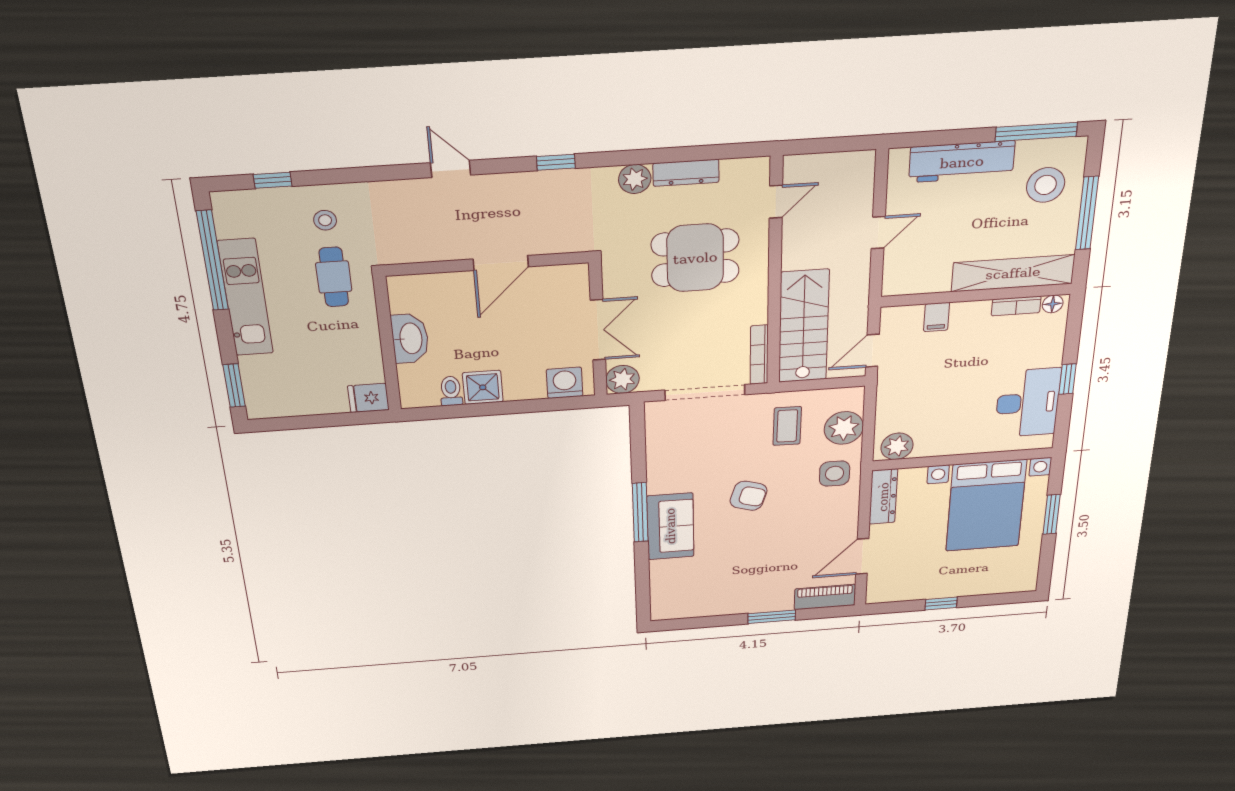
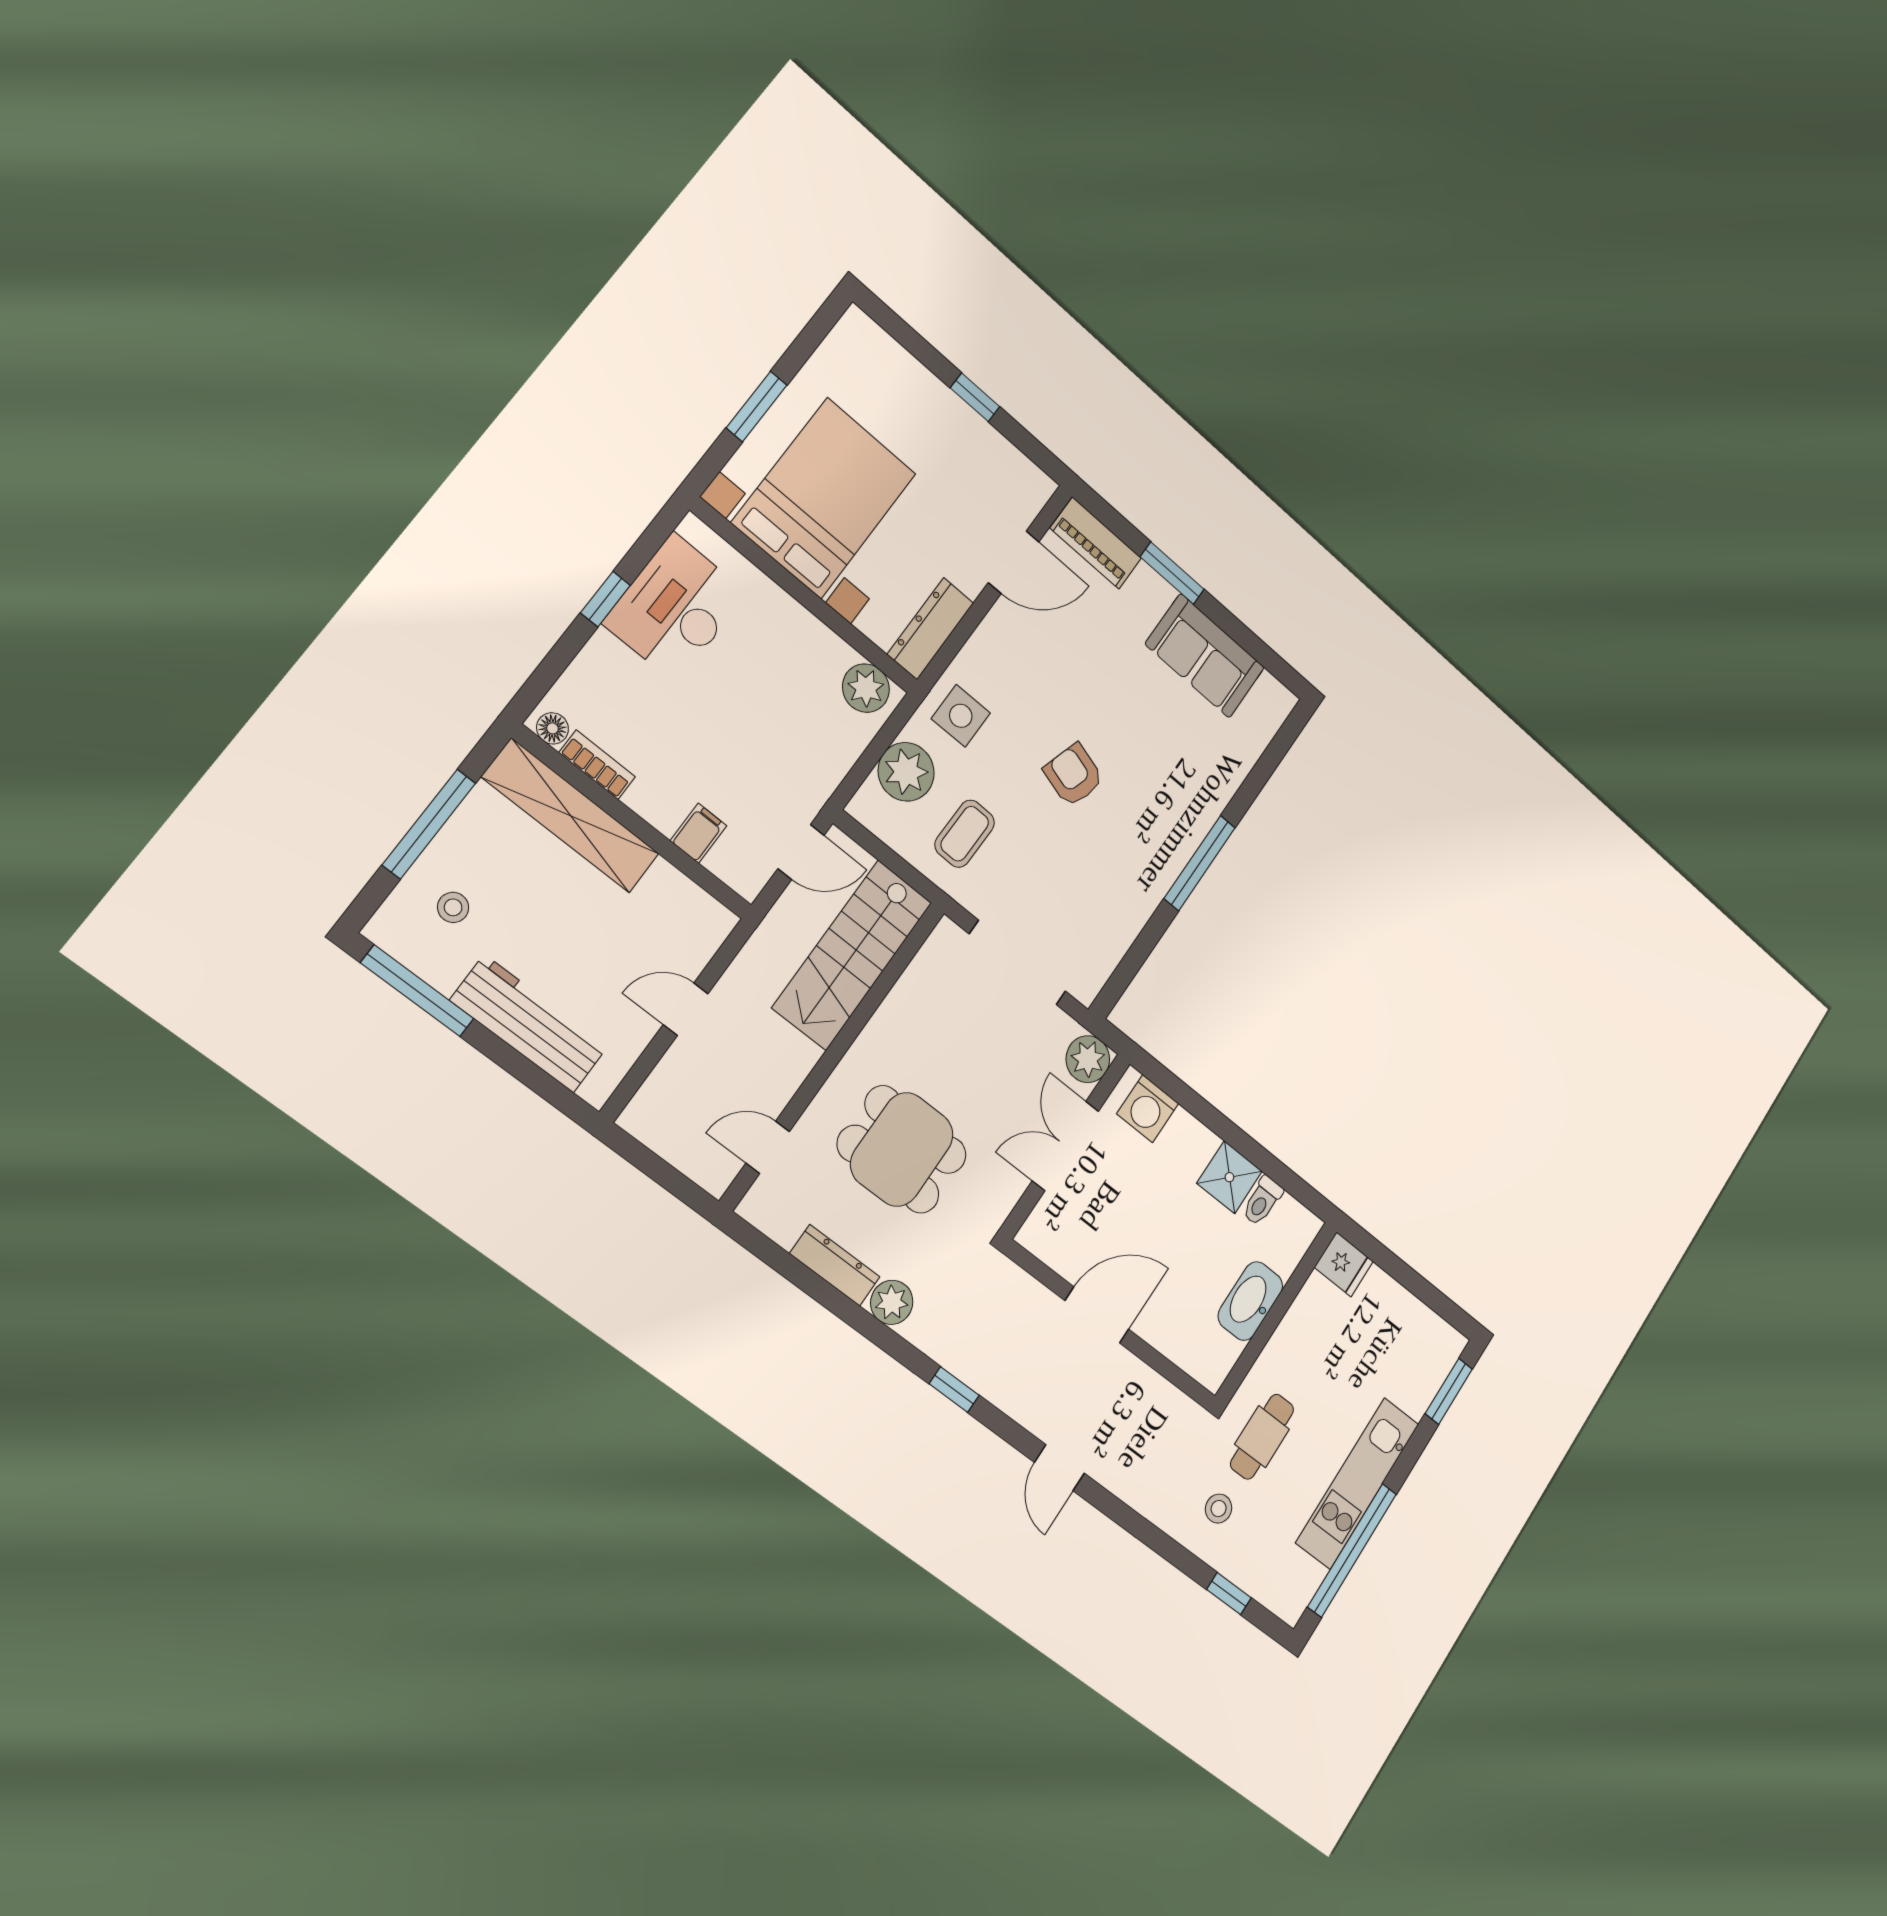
stool: (1046, 185) -> (453, 907), width x0.53, depth x0.53
bookcase: (759, 355) -> (926, 960), removed
sofa: (670, 526) -> (1205, 656), moved, turned -90

